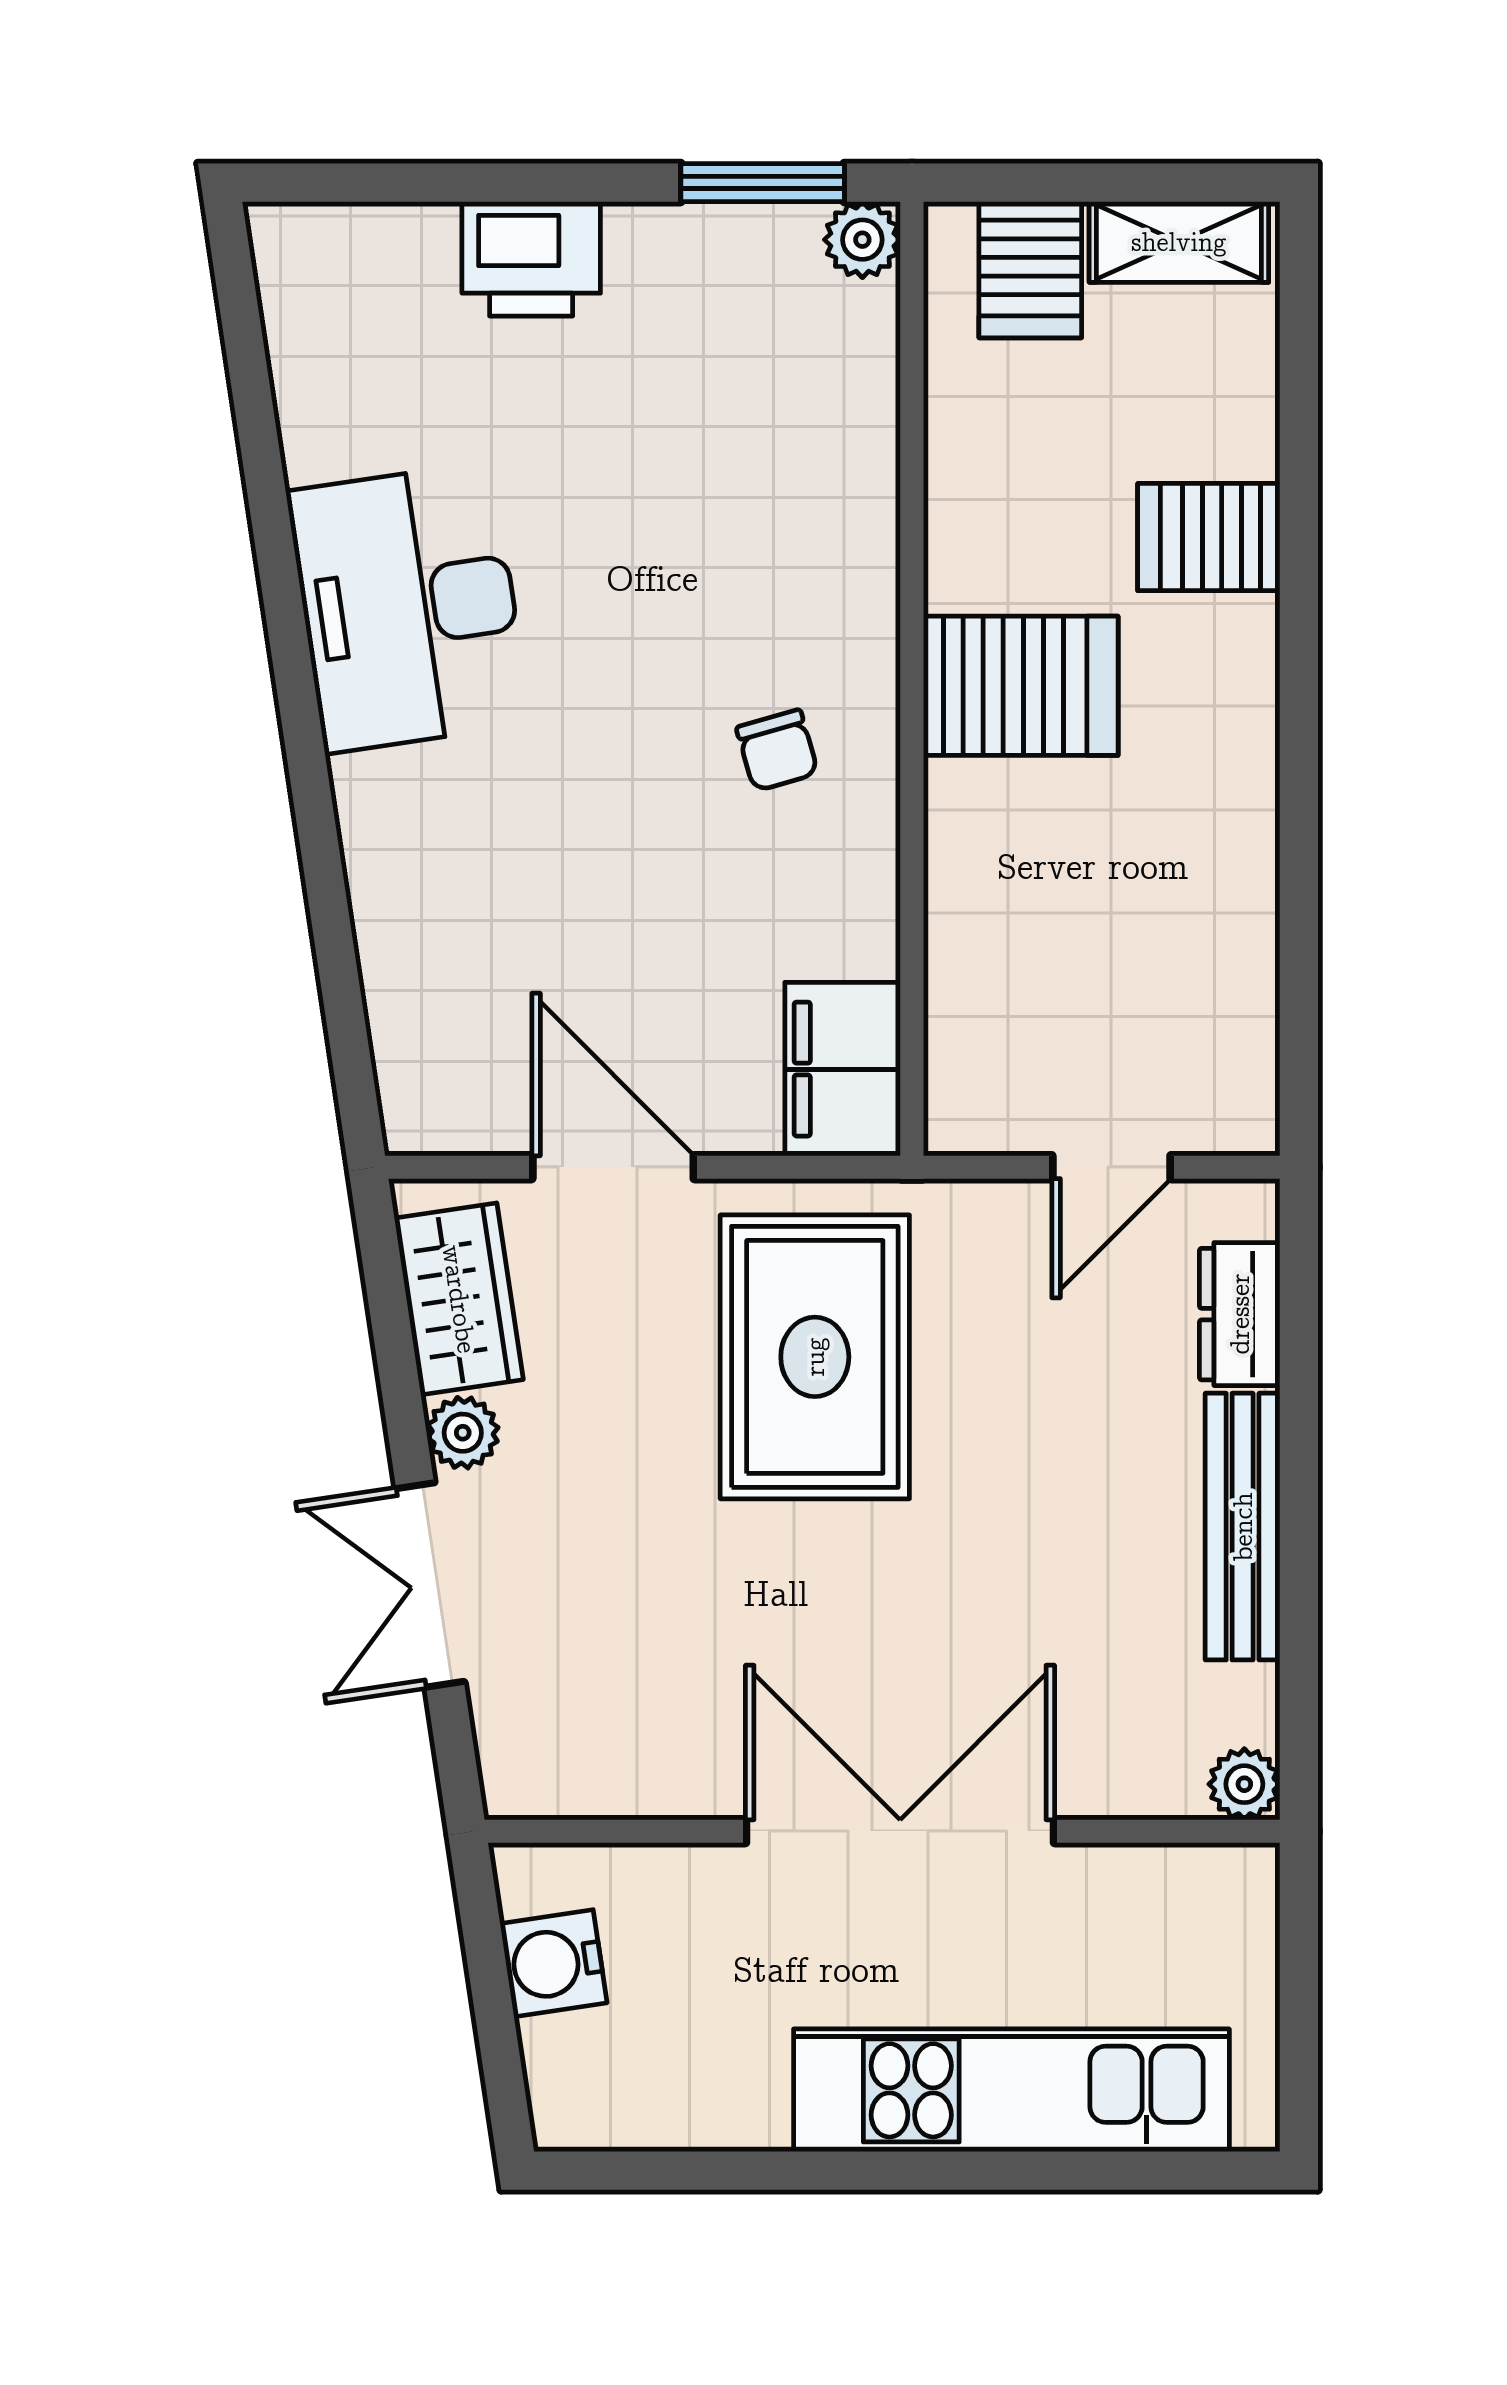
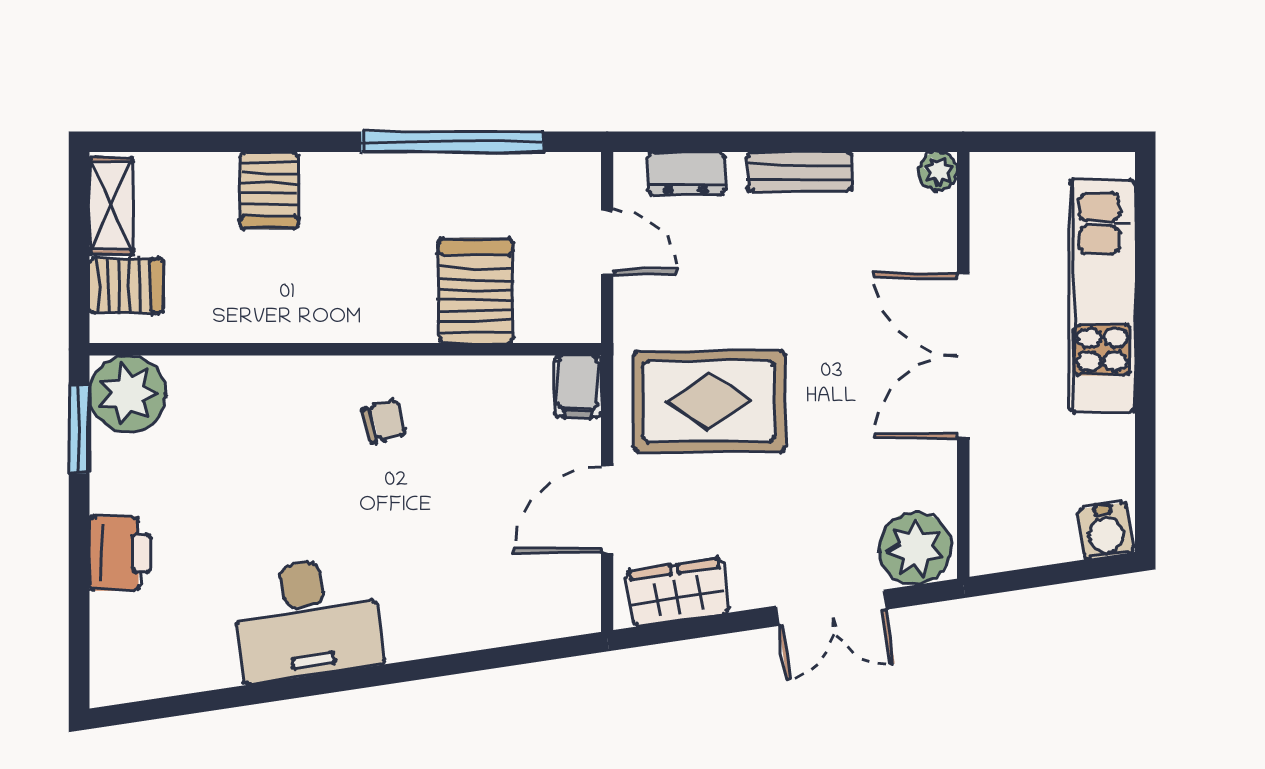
plant: (862, 240) -> (128, 394), width x1.88, depth x1.88
server rack: (1021, 686) -> (475, 291), moved
window: (1299, 878) -> (452, 142), added
filing cabinet: (843, 1069) -> (578, 386), width x0.50
plant: (463, 1433) -> (915, 548), moved, width x1.88, depth x1.88
bench: (1243, 1527) -> (800, 172), width x0.73
water cooler: (553, 1963) -> (1106, 531), moved

